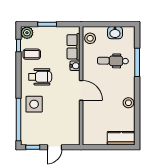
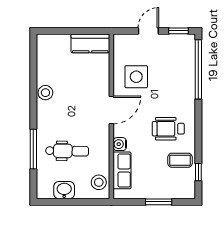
plant: (27, 33) -> (187, 190), removed
door: (81, 90) -> (111, 110), swing flipped
side table: (34, 104) -> (136, 77), moved
kitchen counter: (121, 138) -> (90, 43), moved

